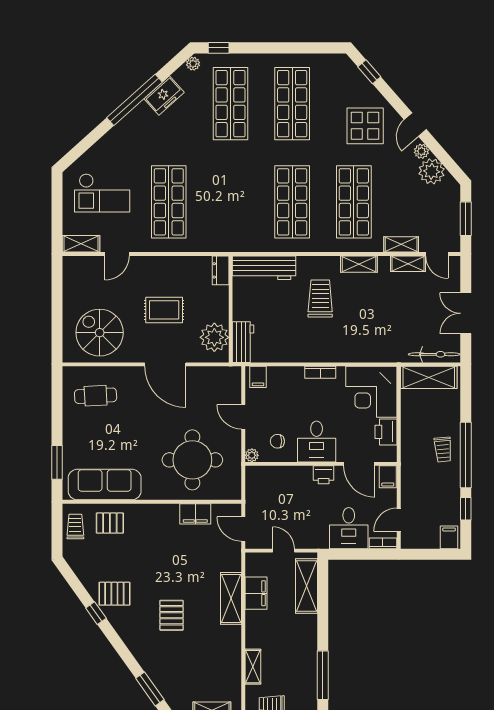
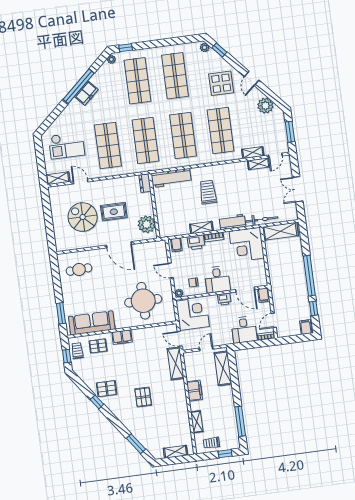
freezer: (164, 96) -> (86, 93), moved
plant: (421, 151) -> (205, 47), moved
shop shelf: (230, 202) -> (145, 141), added
door: (117, 254) -> (81, 182), swing flipped
door: (437, 254) -> (275, 156), hinge flipped
shelving: (359, 264) -> (201, 228), moved
spiral stairs: (100, 333) -> (83, 217), moved
workbench: (243, 342) -> (232, 222), moved, turned -90
bicycle: (434, 354) -> (262, 219), moved
printer: (386, 432) -> (196, 242), moved, turned -90
trolley: (443, 450) -> (295, 274), removed
corner desk: (269, 492) -> (193, 314), added
filing cabinet: (195, 514) -> (122, 337), moved
window: (57, 533) -> (67, 356), added
door: (284, 551) -> (206, 349), hinge flipped
filing cabinet: (256, 593) -> (195, 391), moved
shelving: (231, 598) -> (176, 363), moved

